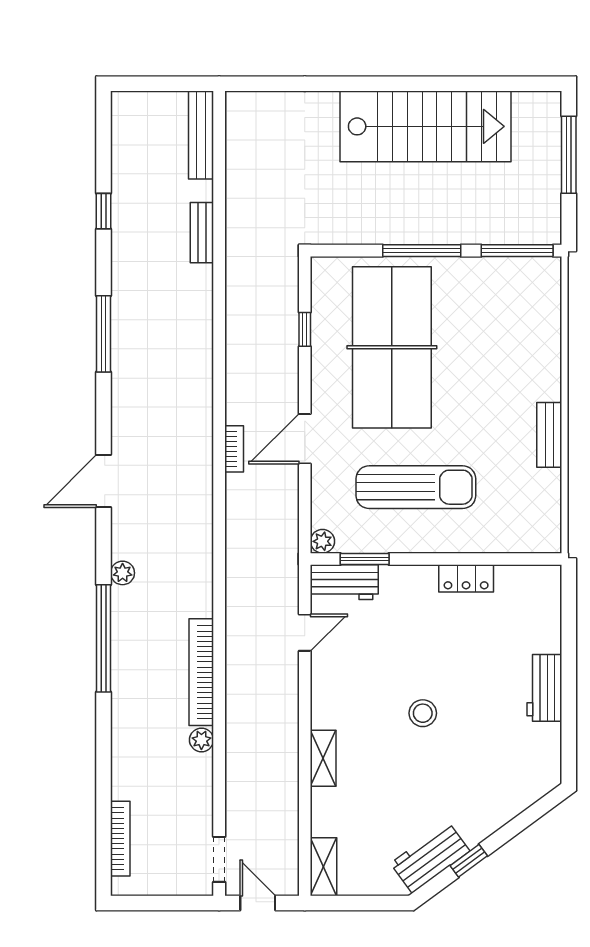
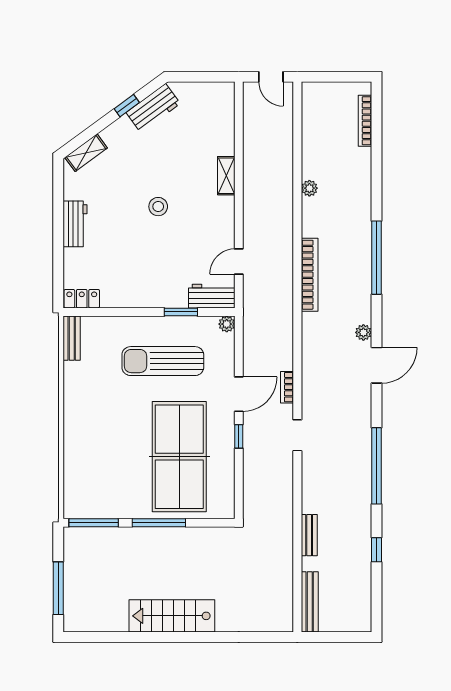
stairs: (425, 126) -> (172, 616), width x0.73, depth x0.66
window: (305, 329) -> (239, 436), moved
window: (104, 334) -> (376, 466), width x1.46
bench: (549, 435) -> (72, 338), moved
window: (365, 559) -> (181, 312), moved
plant: (123, 573) -> (363, 332), moved
locker: (466, 578) -> (82, 299), moved
bookcase: (201, 672) -> (310, 275), moved
doorway: (219, 859) -> (297, 435), moved
shelving: (324, 867) -> (86, 153), moved, turned 54

